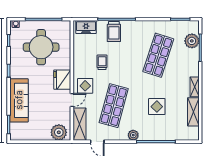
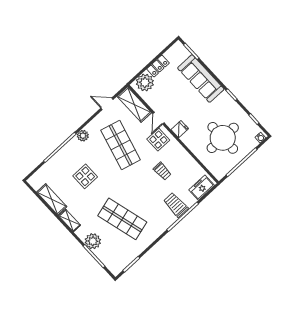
plant: (192, 41) -> (93, 241), moved
shop shelf: (158, 55) -> (122, 219), turned -33
fridge: (62, 80) -> (180, 129), width x0.53, depth x0.75
locker: (40, 135) -> (158, 66), added

